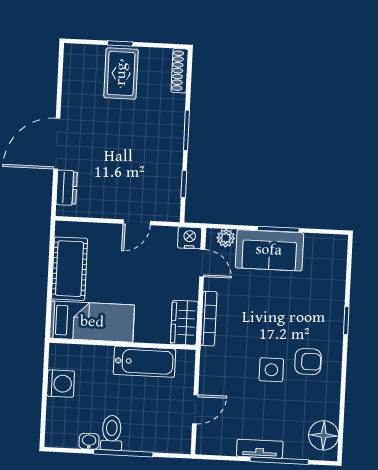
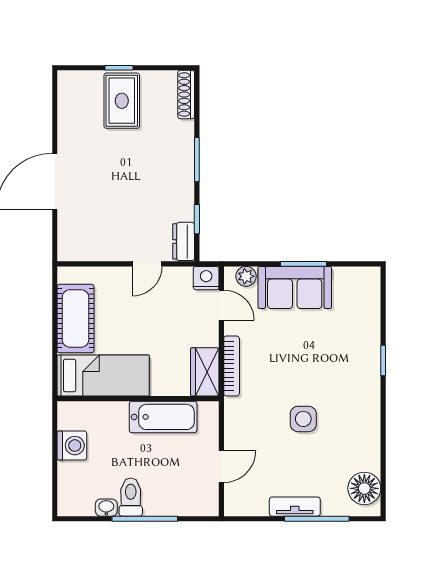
dresser: (67, 188) -> (184, 241), moved, turned 180
armchair: (308, 362) -> (343, 408), removed

